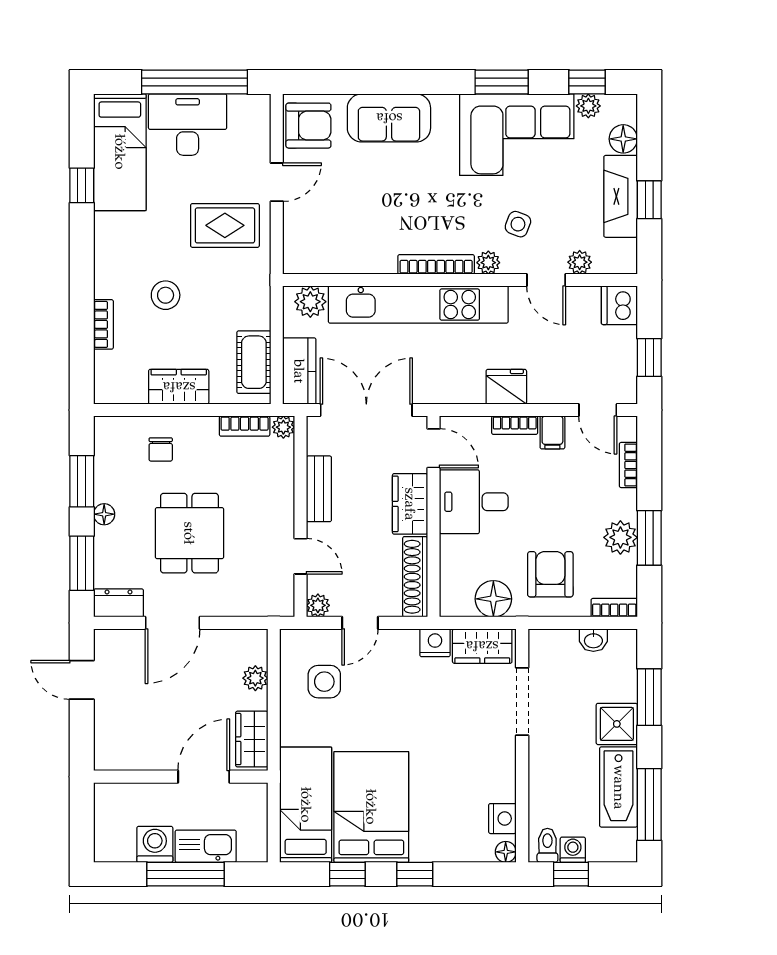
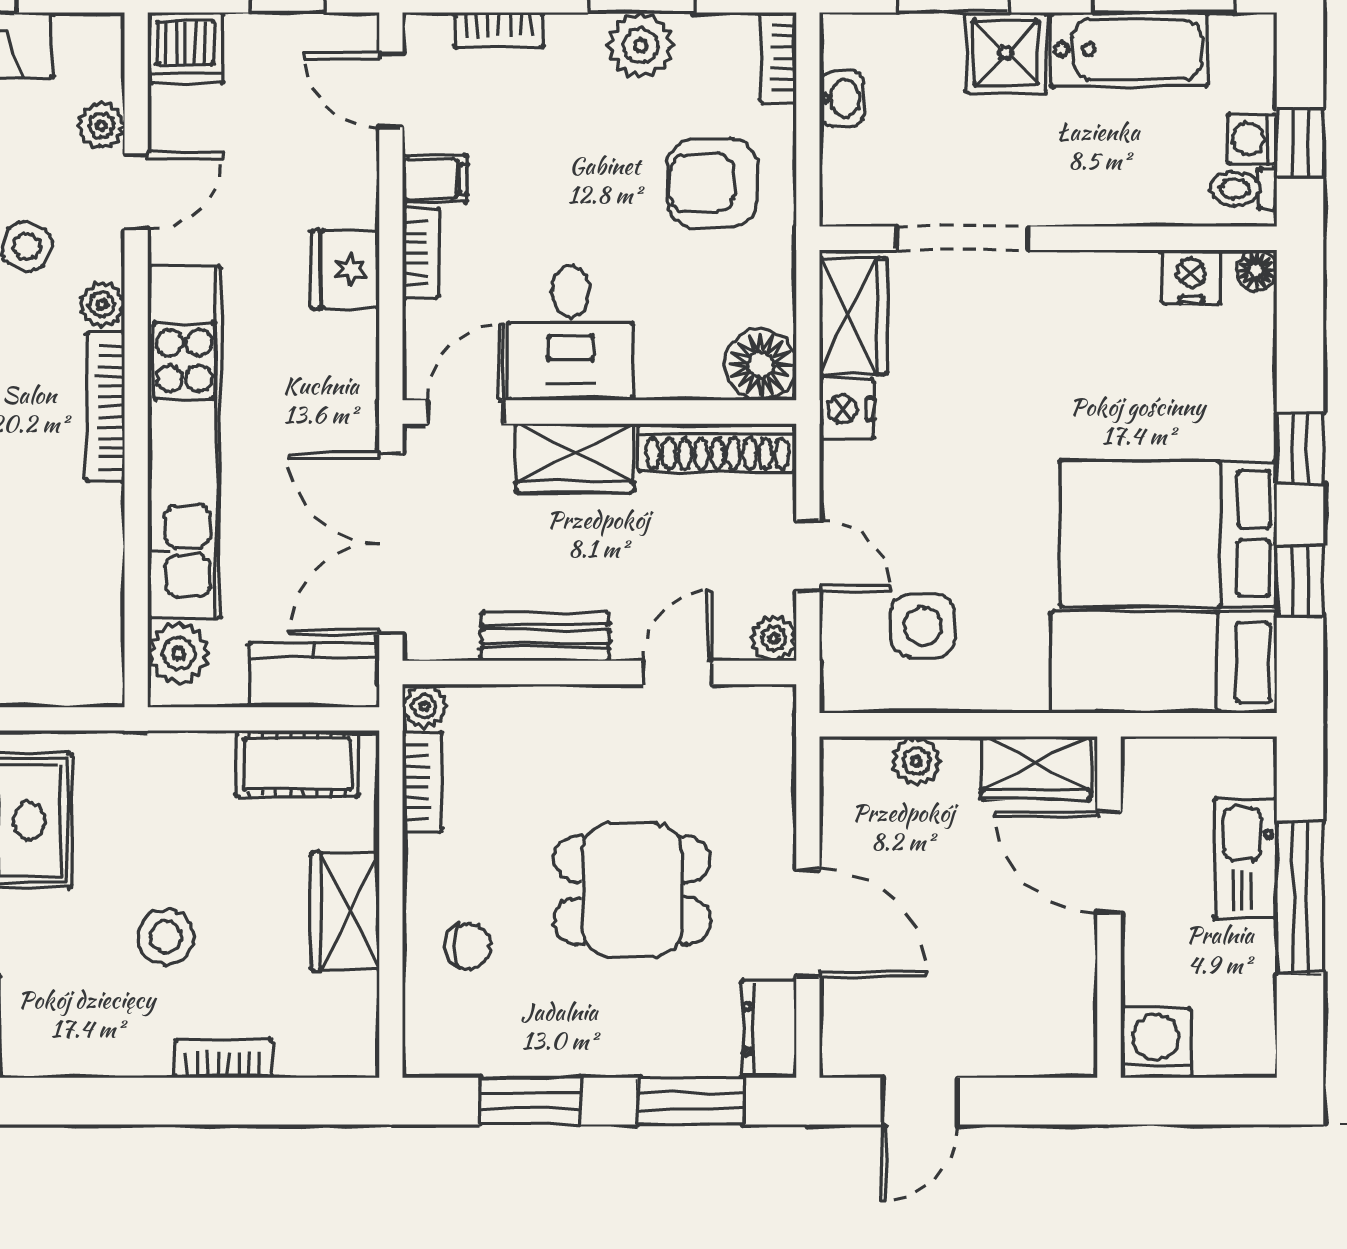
door: (598, 410) -> (391, 90), swing flipped
floor lamp: (104, 514) -> (595, 1057), removed
floor lamp: (493, 599) -> (761, 365), moved
washing machine: (155, 844) -> (1156, 1043), moved, turned 90

